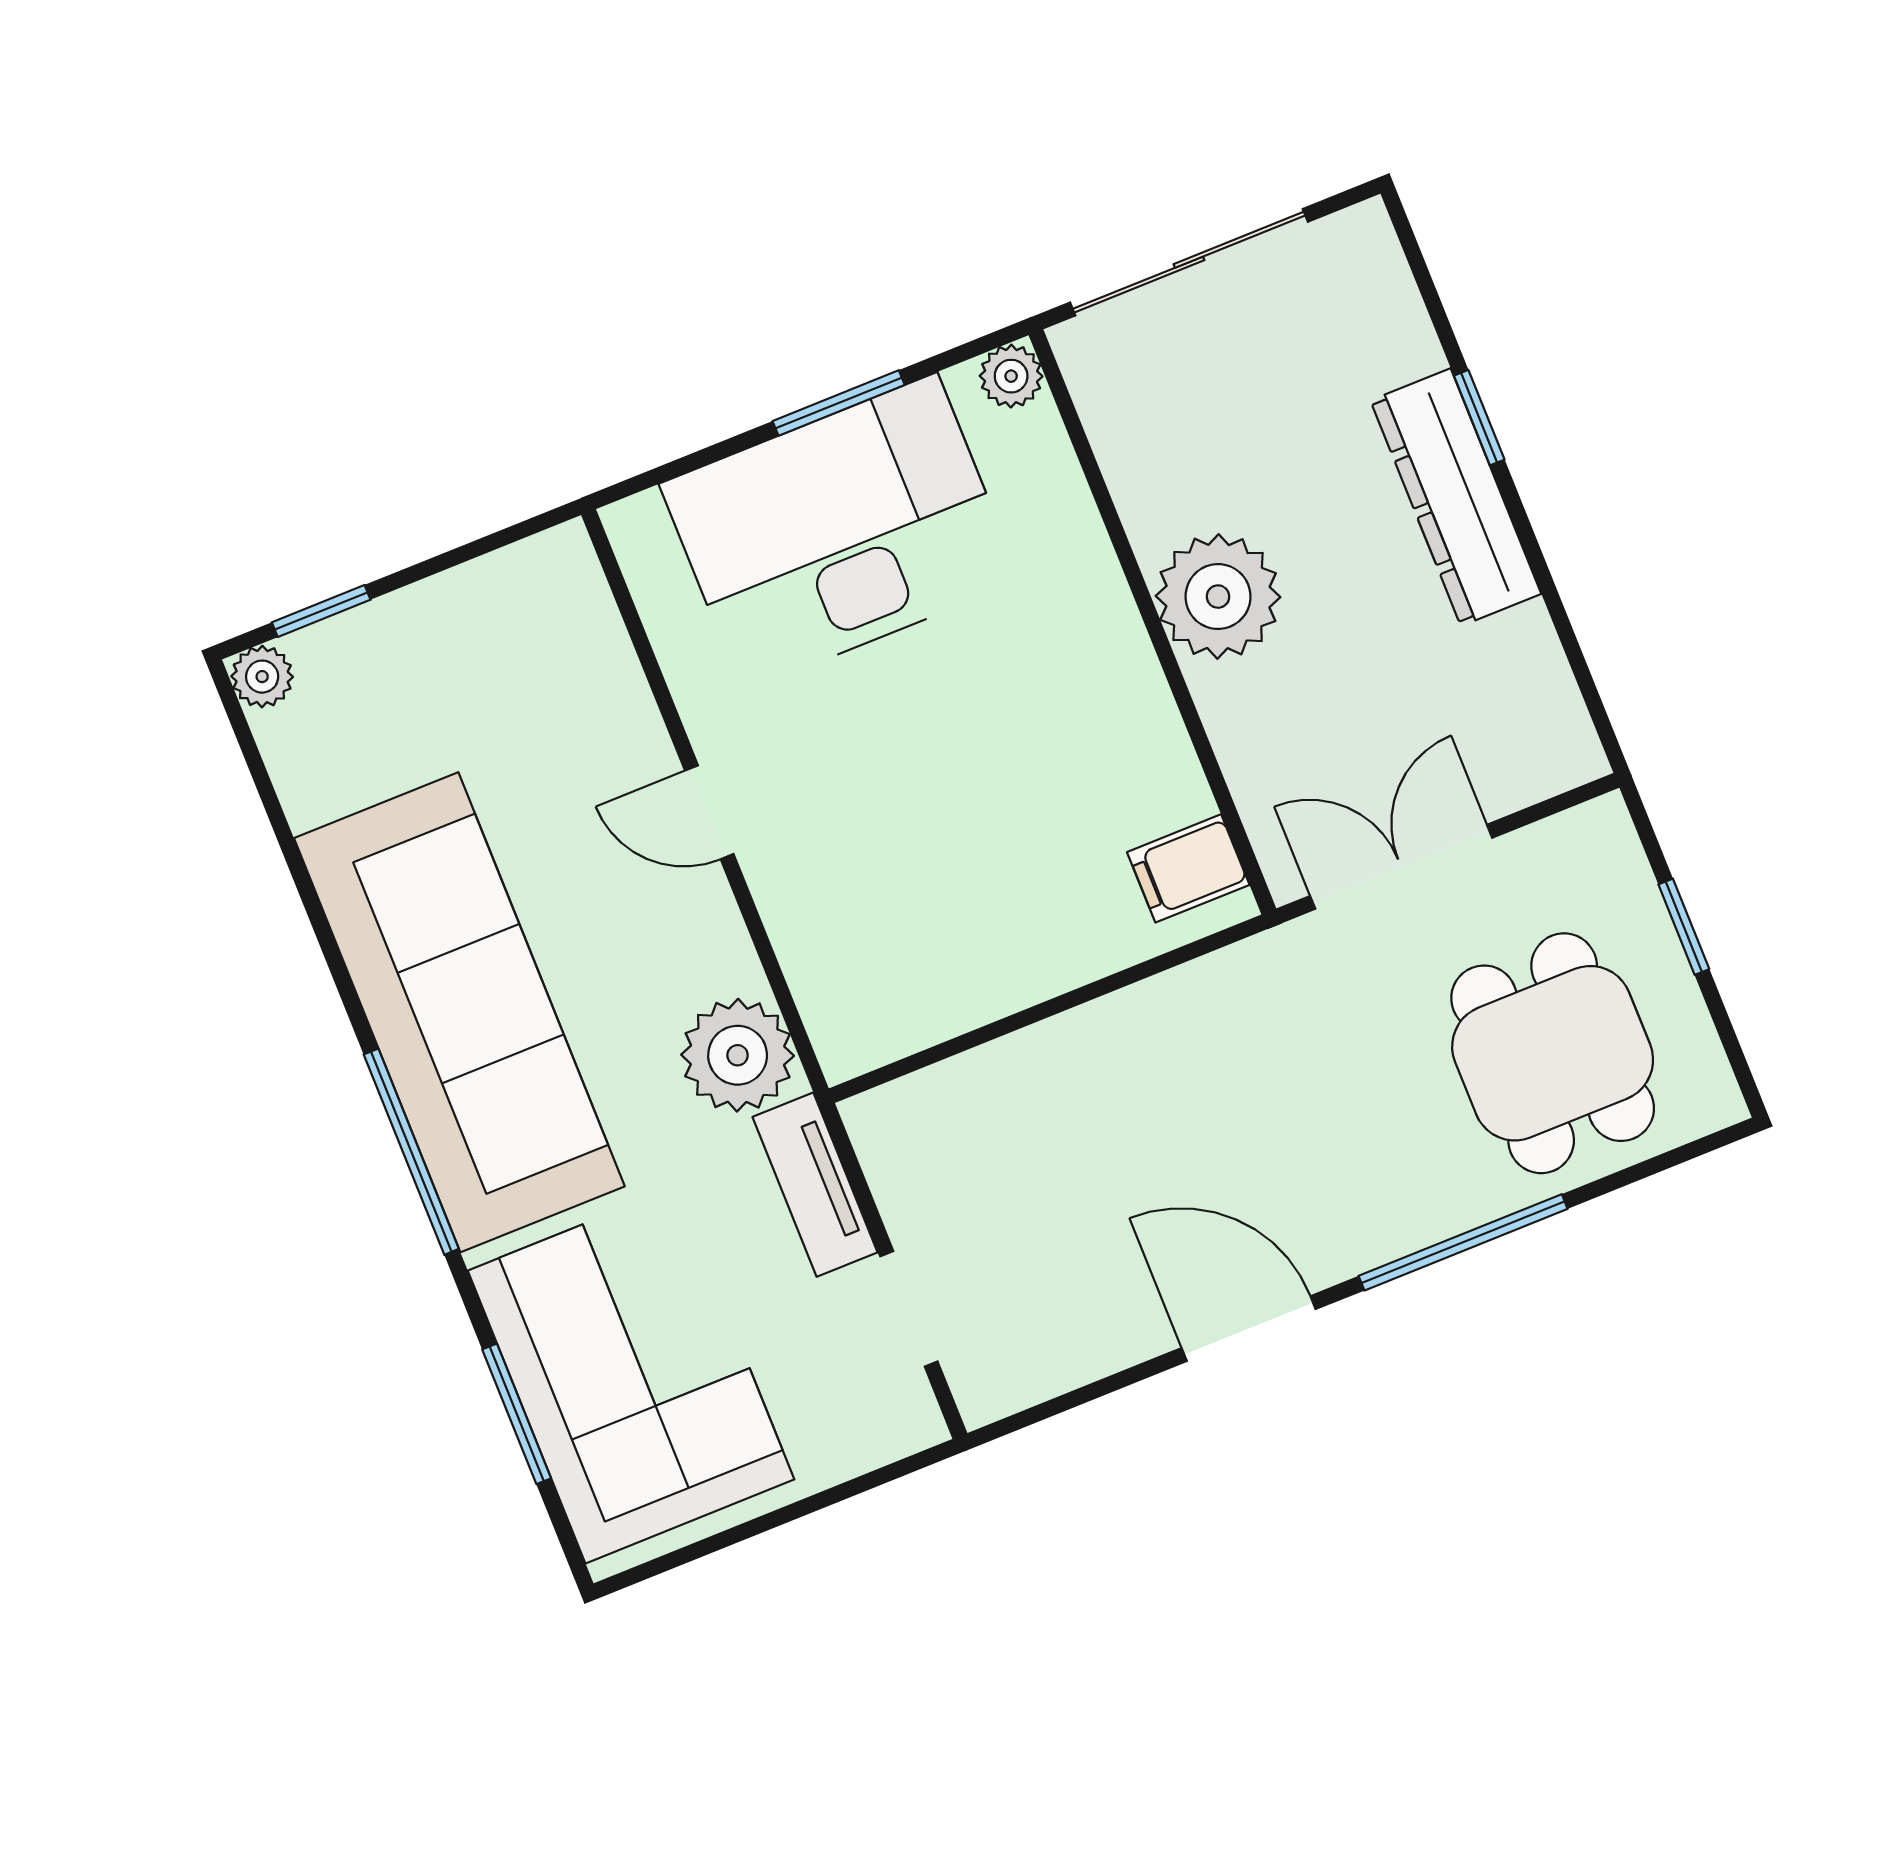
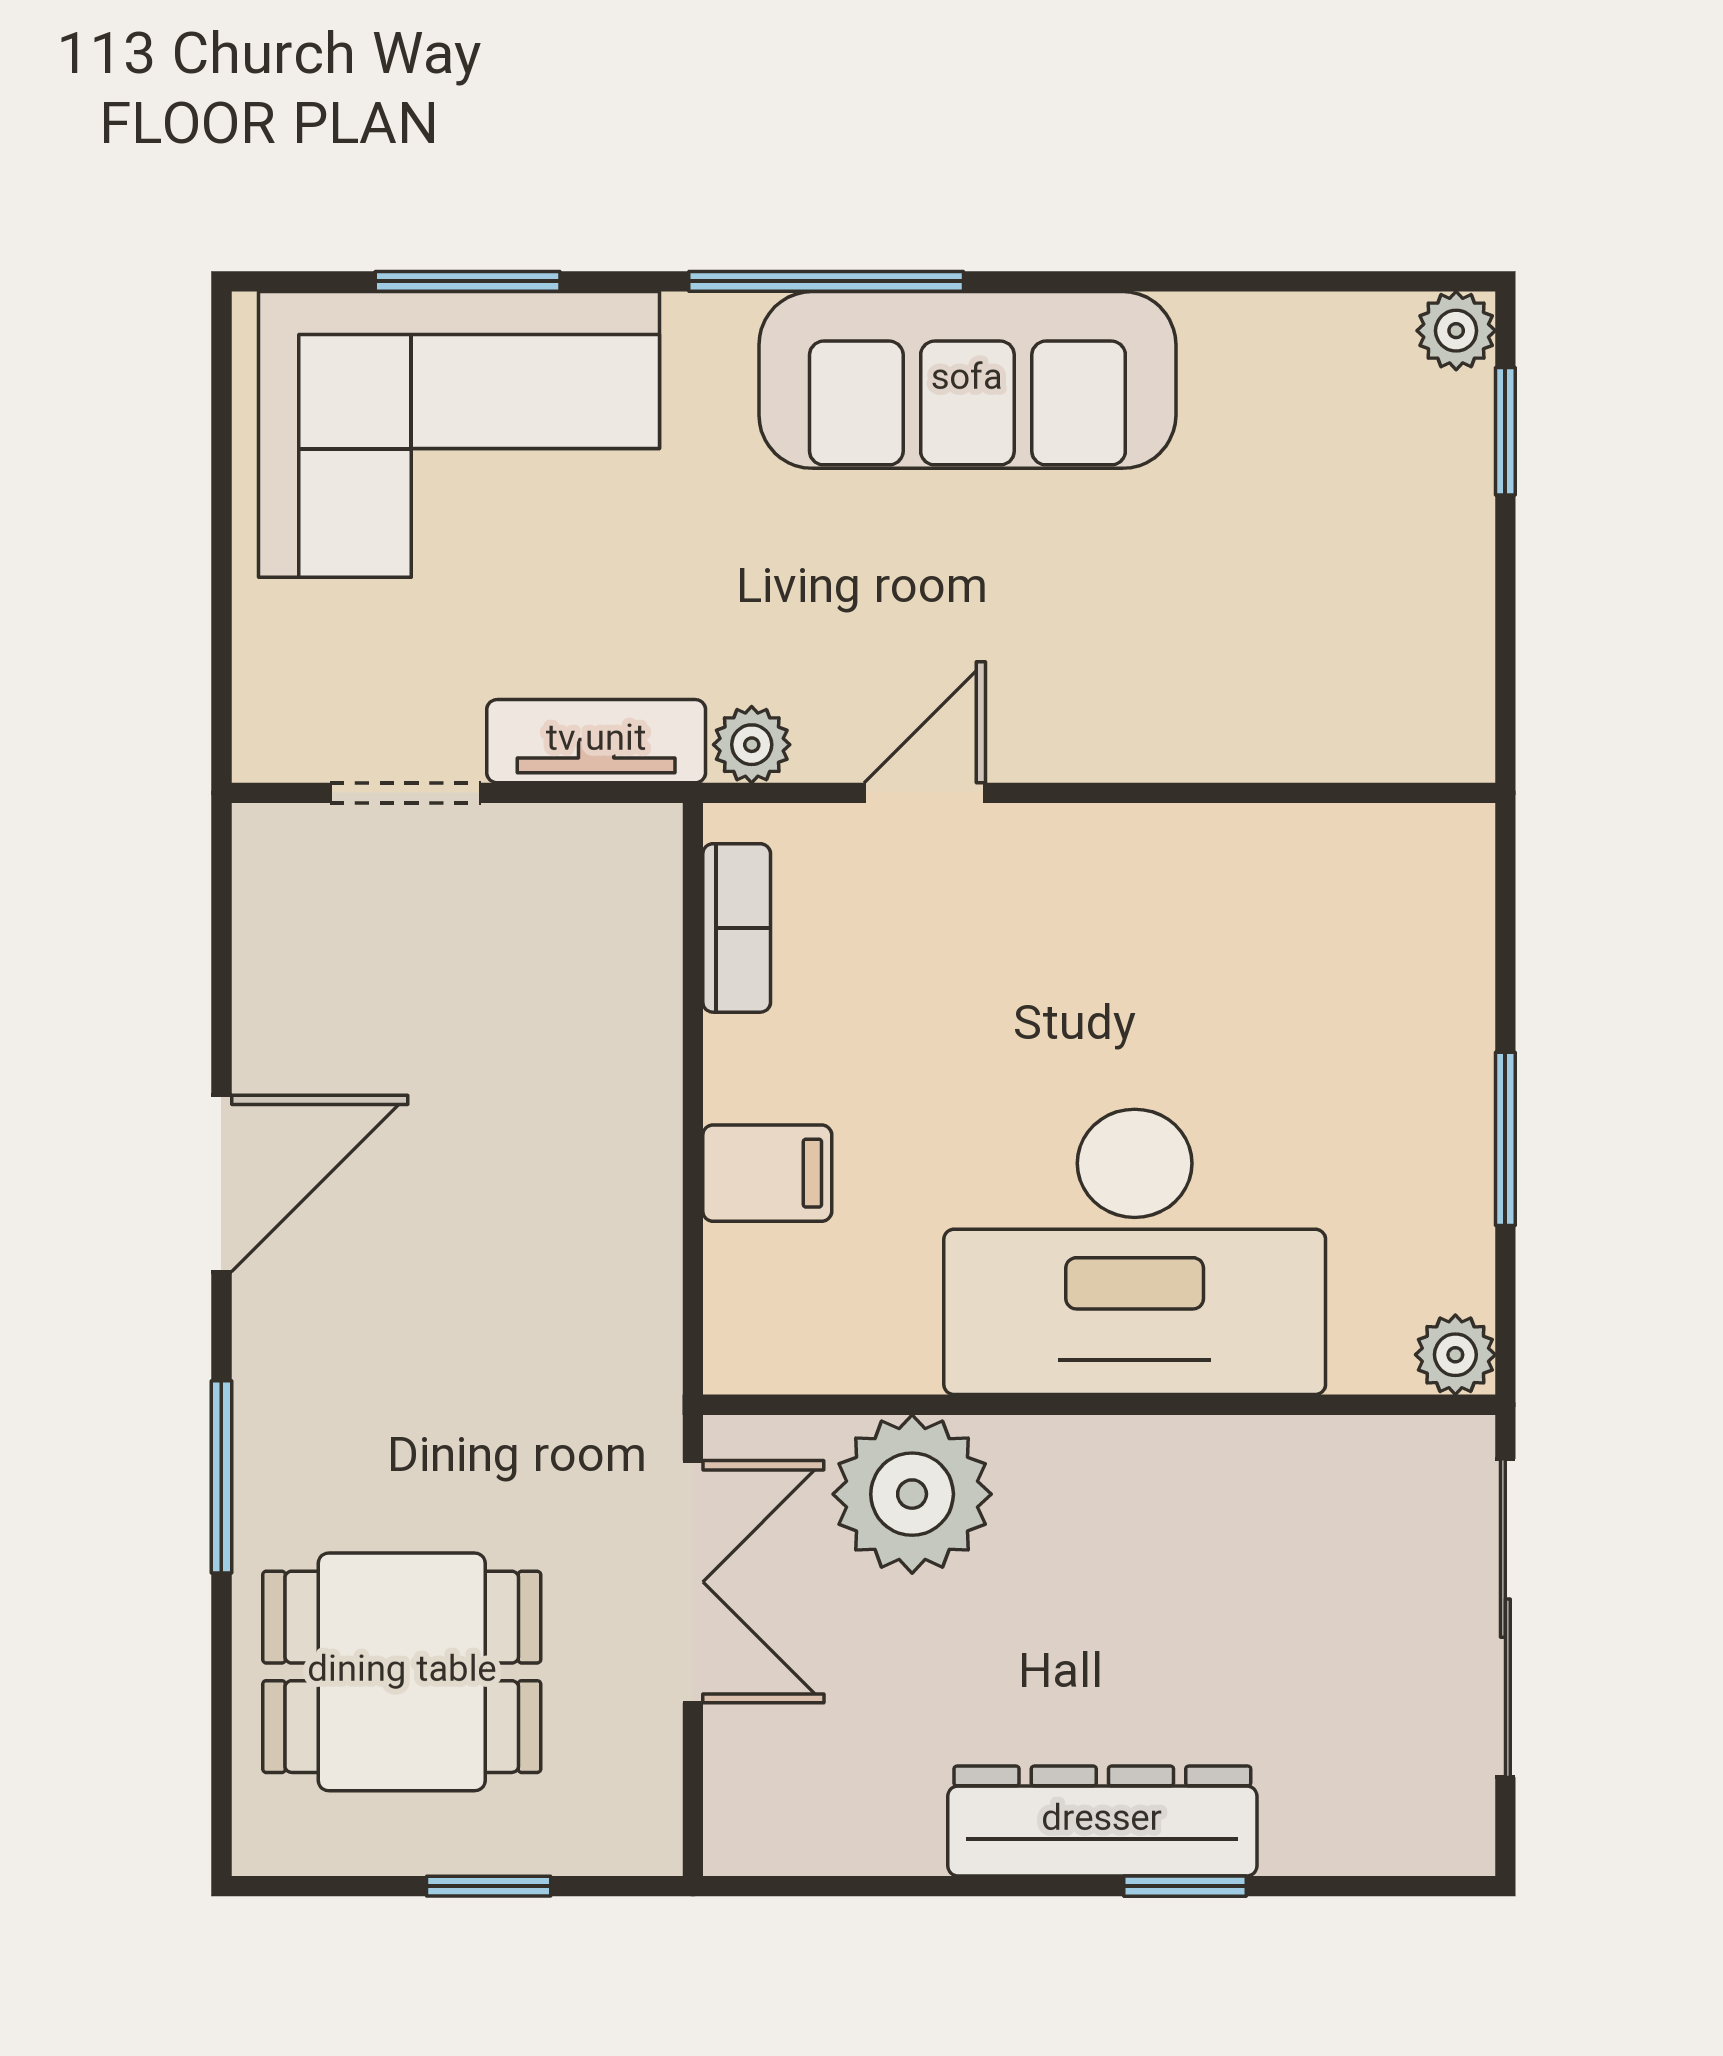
desk: (840, 532) -> (1135, 1252), moved, turned 90
plant: (1218, 597) -> (912, 1494), moved
door: (709, 812) -> (925, 793), moved
filing cabinet: (1188, 868) -> (767, 1173), moved, turned 90
sofa: (459, 1012) -> (967, 380), width x0.74, depth x0.79
bookcase: (910, 1027) -> (737, 928), added
plant: (738, 1055) -> (752, 745), width x0.53, depth x0.53
window: (1463, 1242) -> (221, 1477), width x0.69

